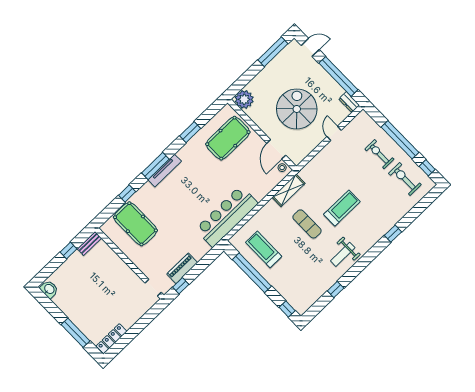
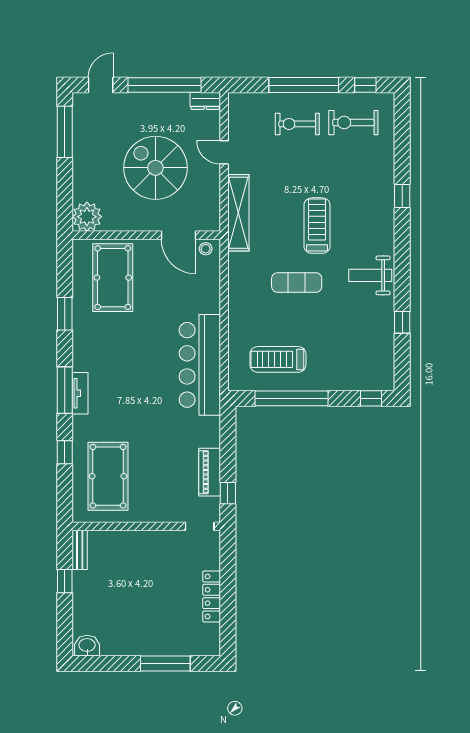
tv unit: (165, 171) -> (80, 393), width x0.71
shelving: (288, 190) -> (238, 213), moved, width x1.47
pool table: (135, 224) -> (108, 476), turned 90
weight bench: (343, 254) -> (370, 275), turned 90
locker: (112, 339) -> (212, 596), moved

